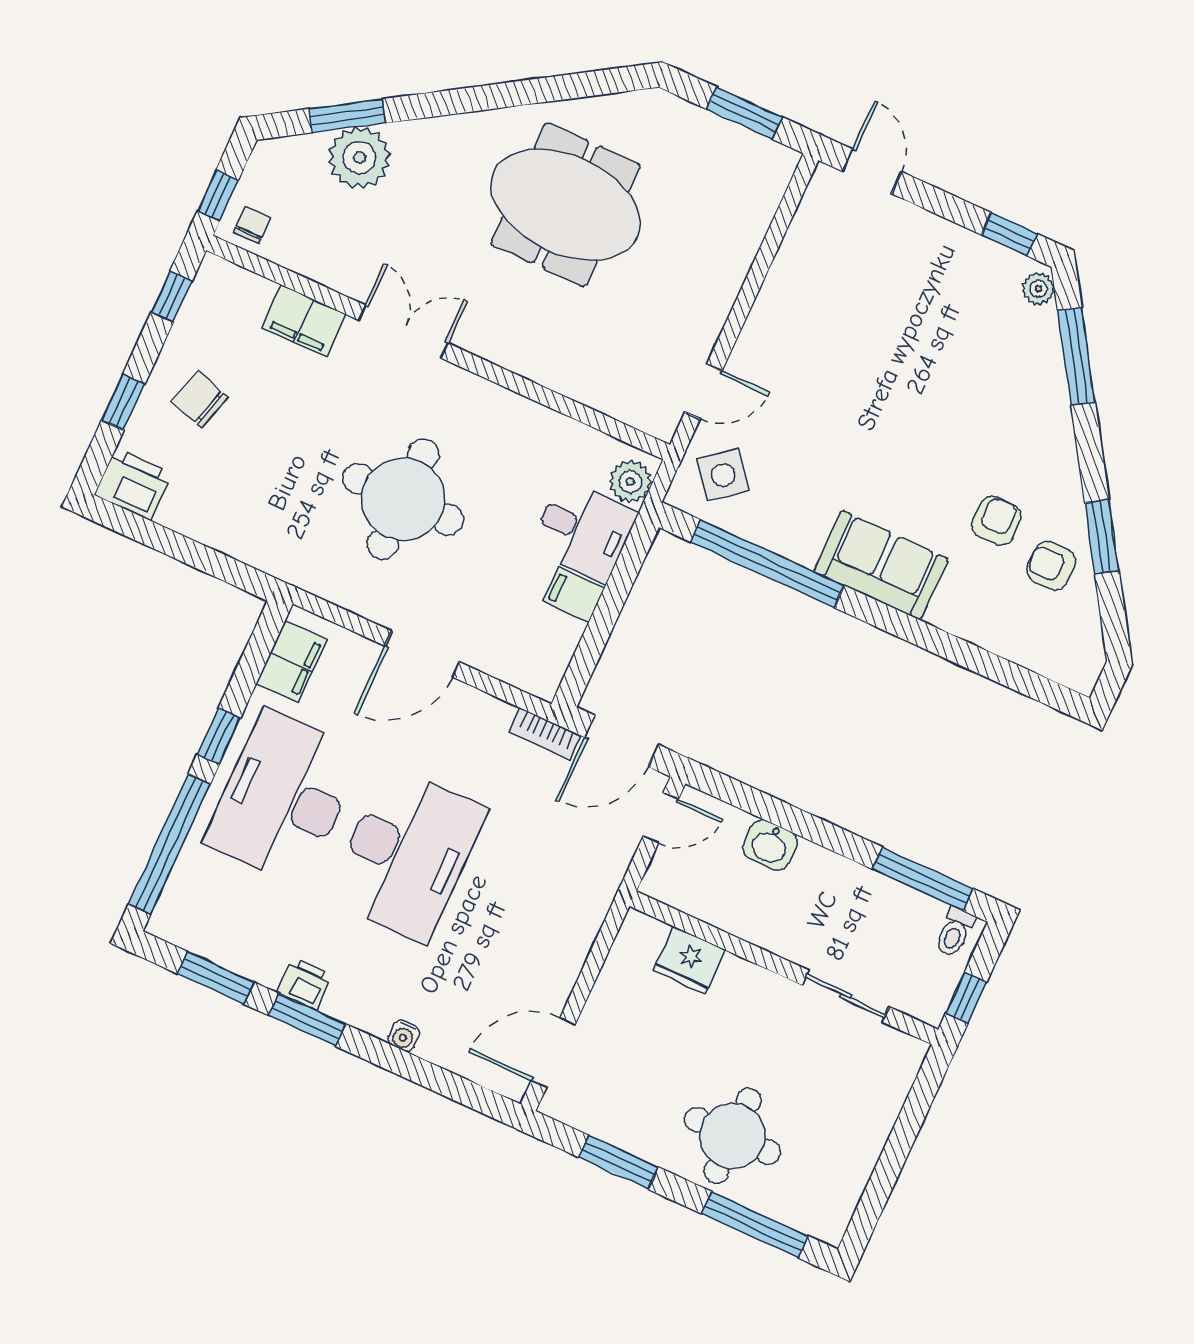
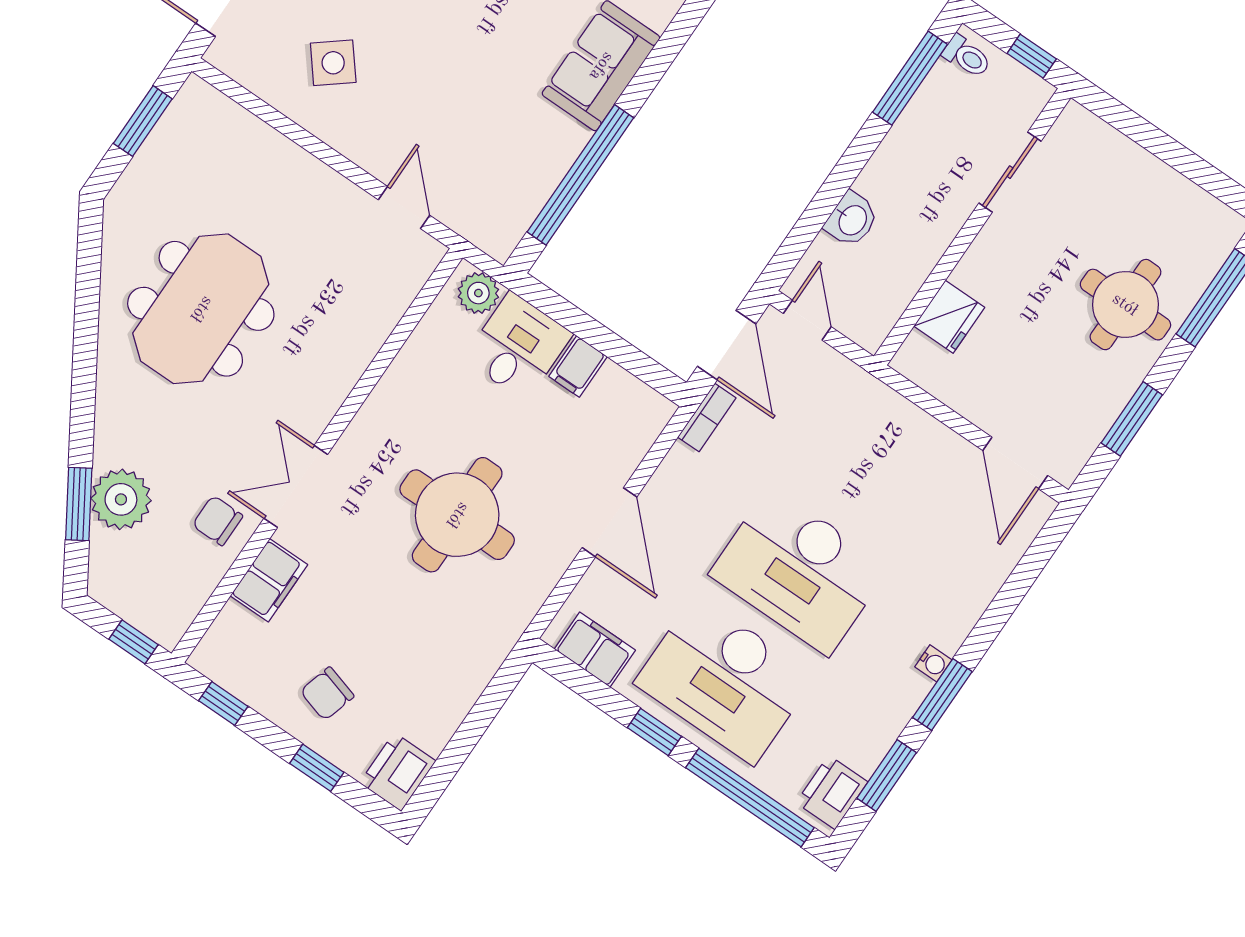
chair: (252, 225) -> (218, 521), moved, width x1.37, depth x1.37
side table: (723, 475) -> (333, 63), moved
desk: (407, 854) -> (799, 571), turned 180
printer: (304, 984) -> (832, 792), moved, width x1.36, depth x1.24
water cooler: (404, 1036) -> (933, 663), moved

